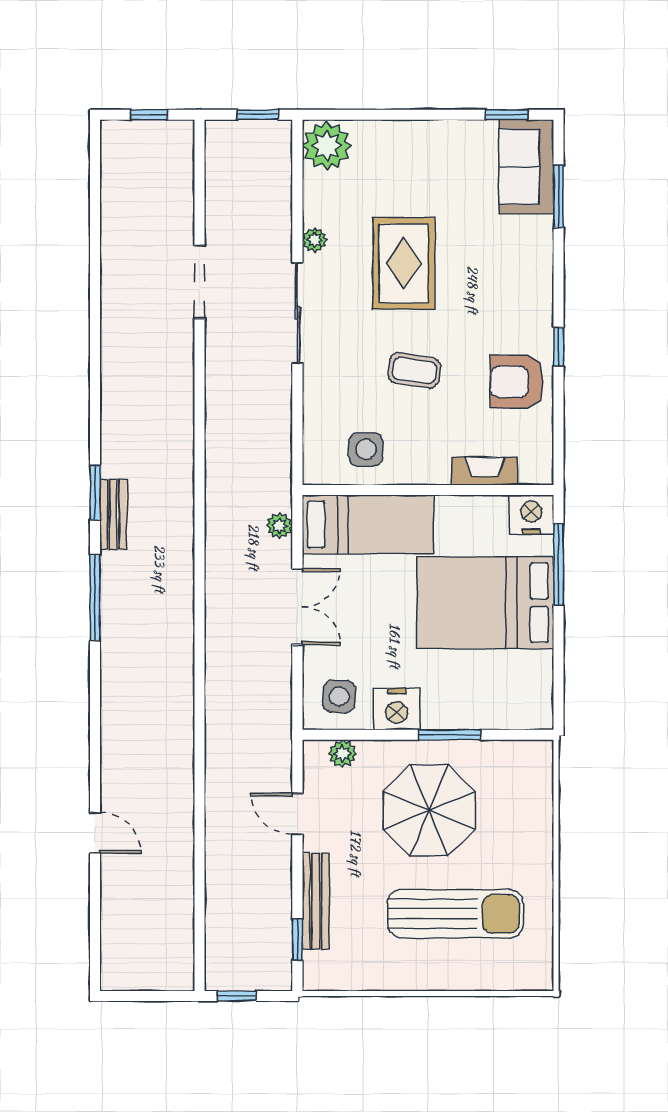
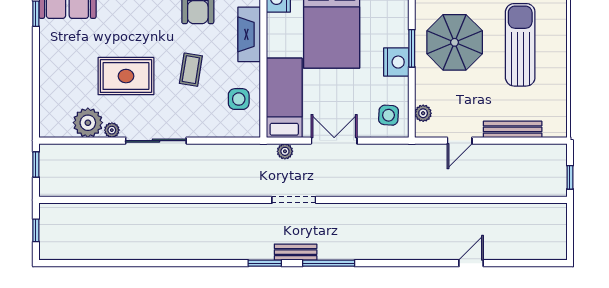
plant: (327, 146) -> (88, 123), moved
doorway: (199, 282) -> (294, 200), moved
fireplace: (485, 471) -> (249, 34), width x1.37, depth x1.32
bench: (113, 514) -> (296, 252), moved
nightstand: (397, 709) -> (396, 62), moved
parasol: (429, 810) -> (455, 42), moved
window: (297, 940) -> (536, 141), removed

